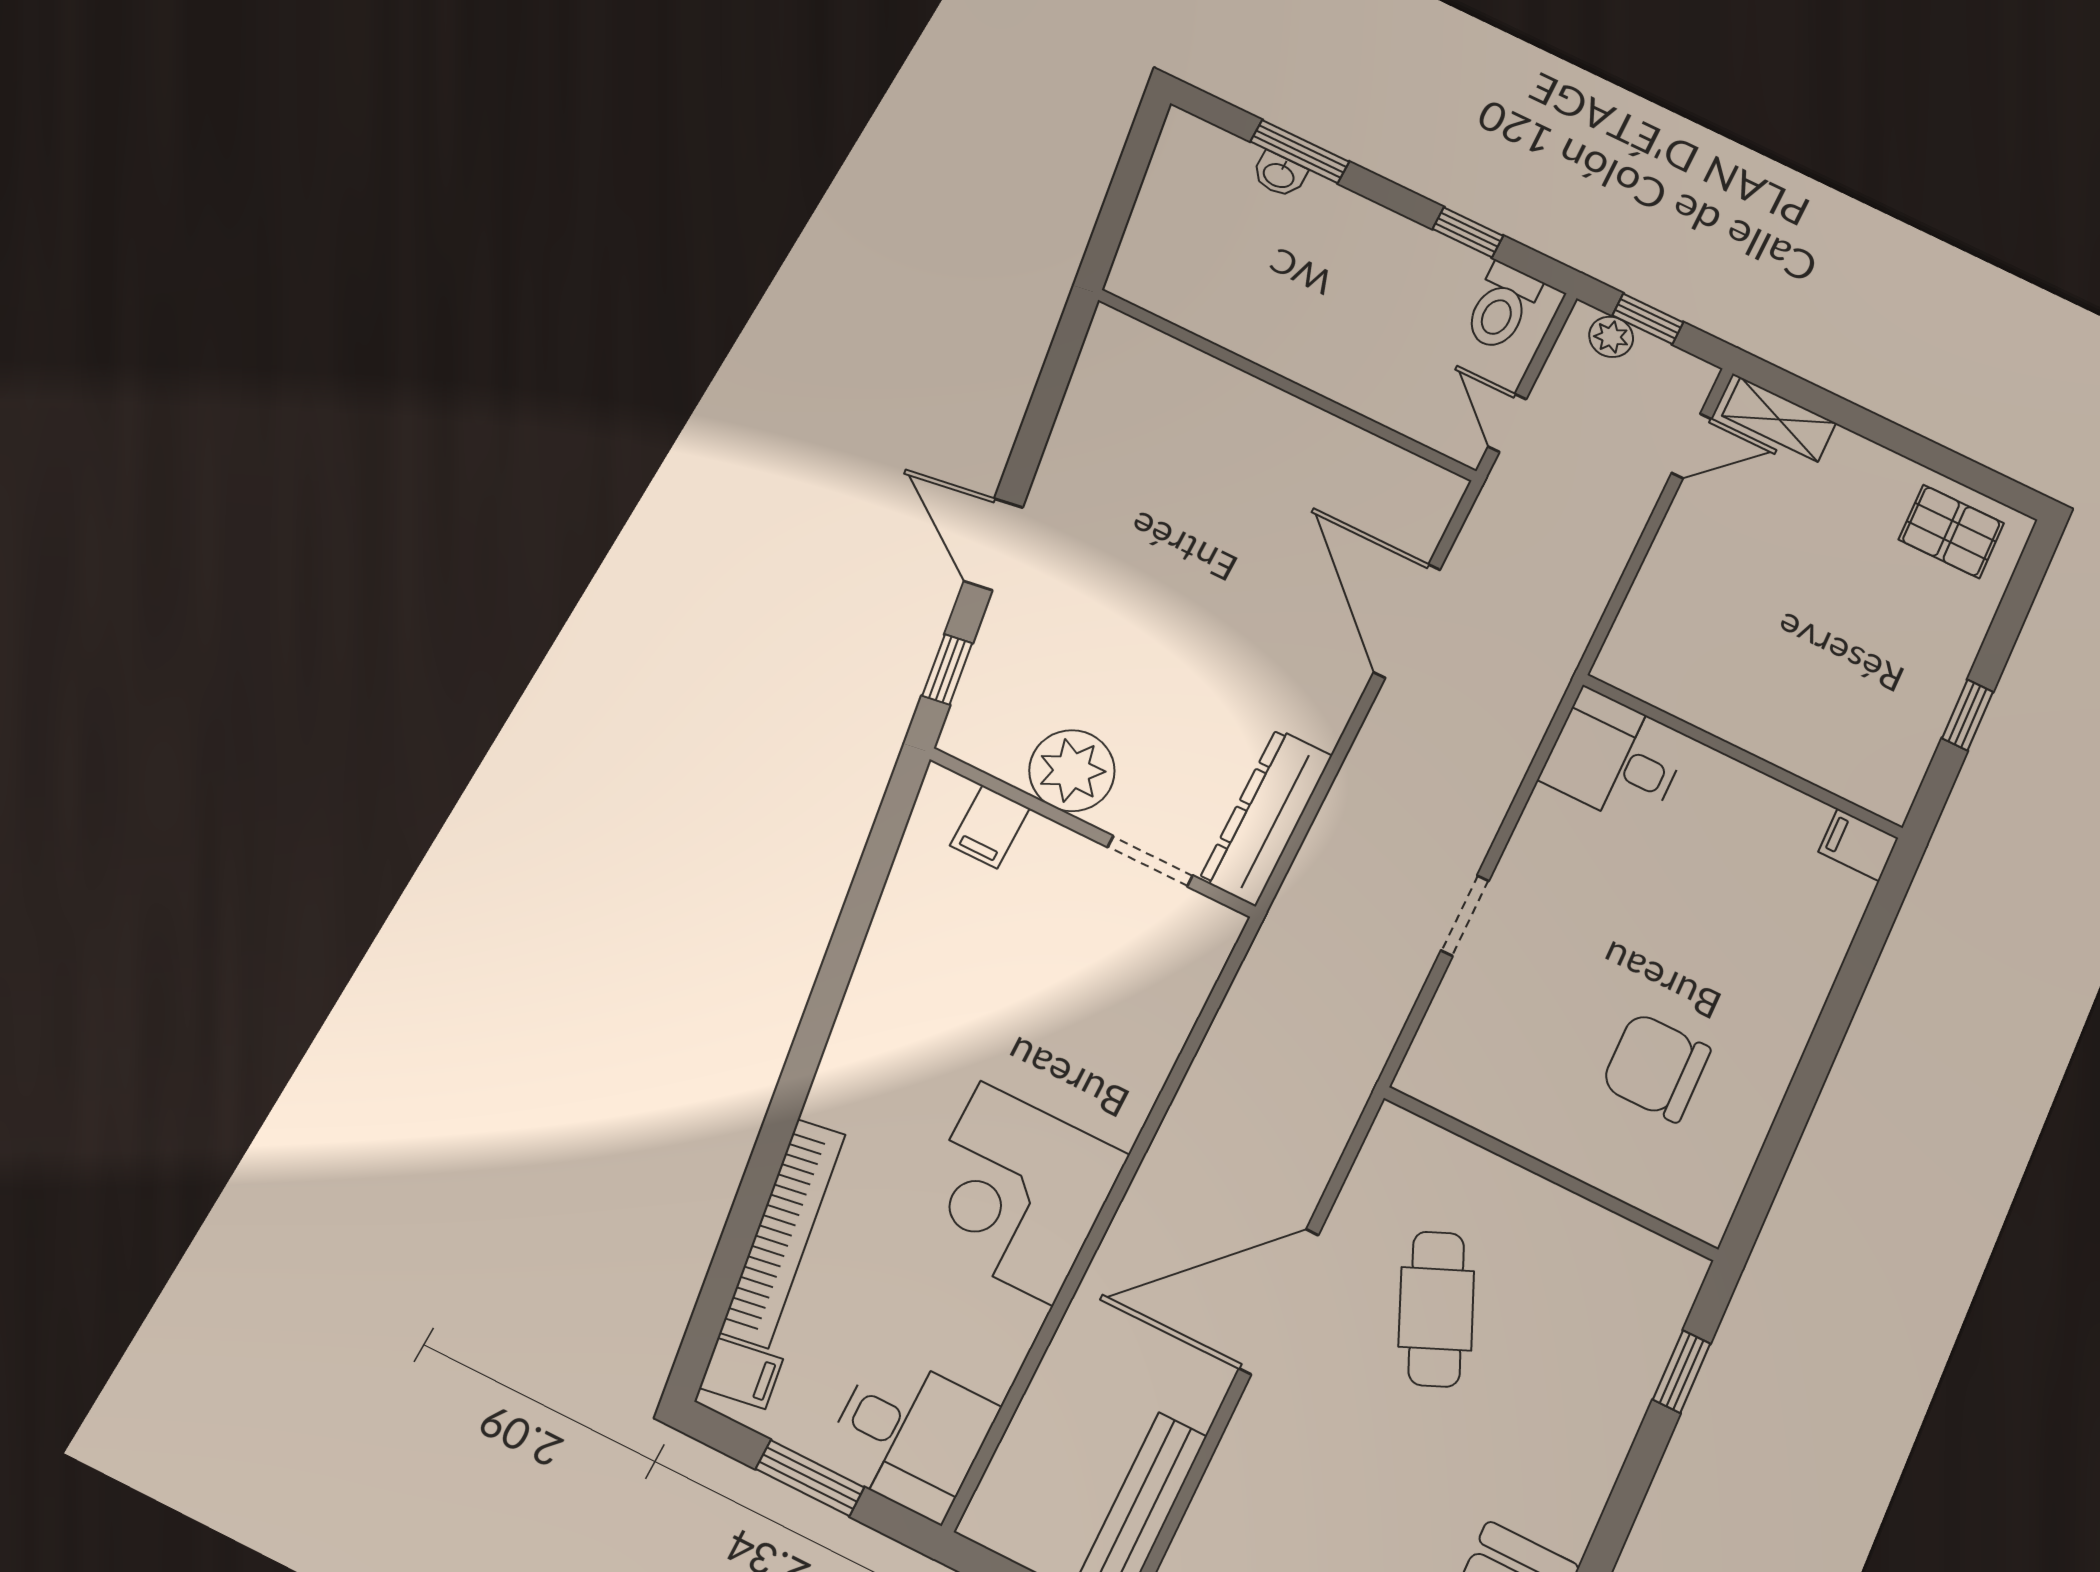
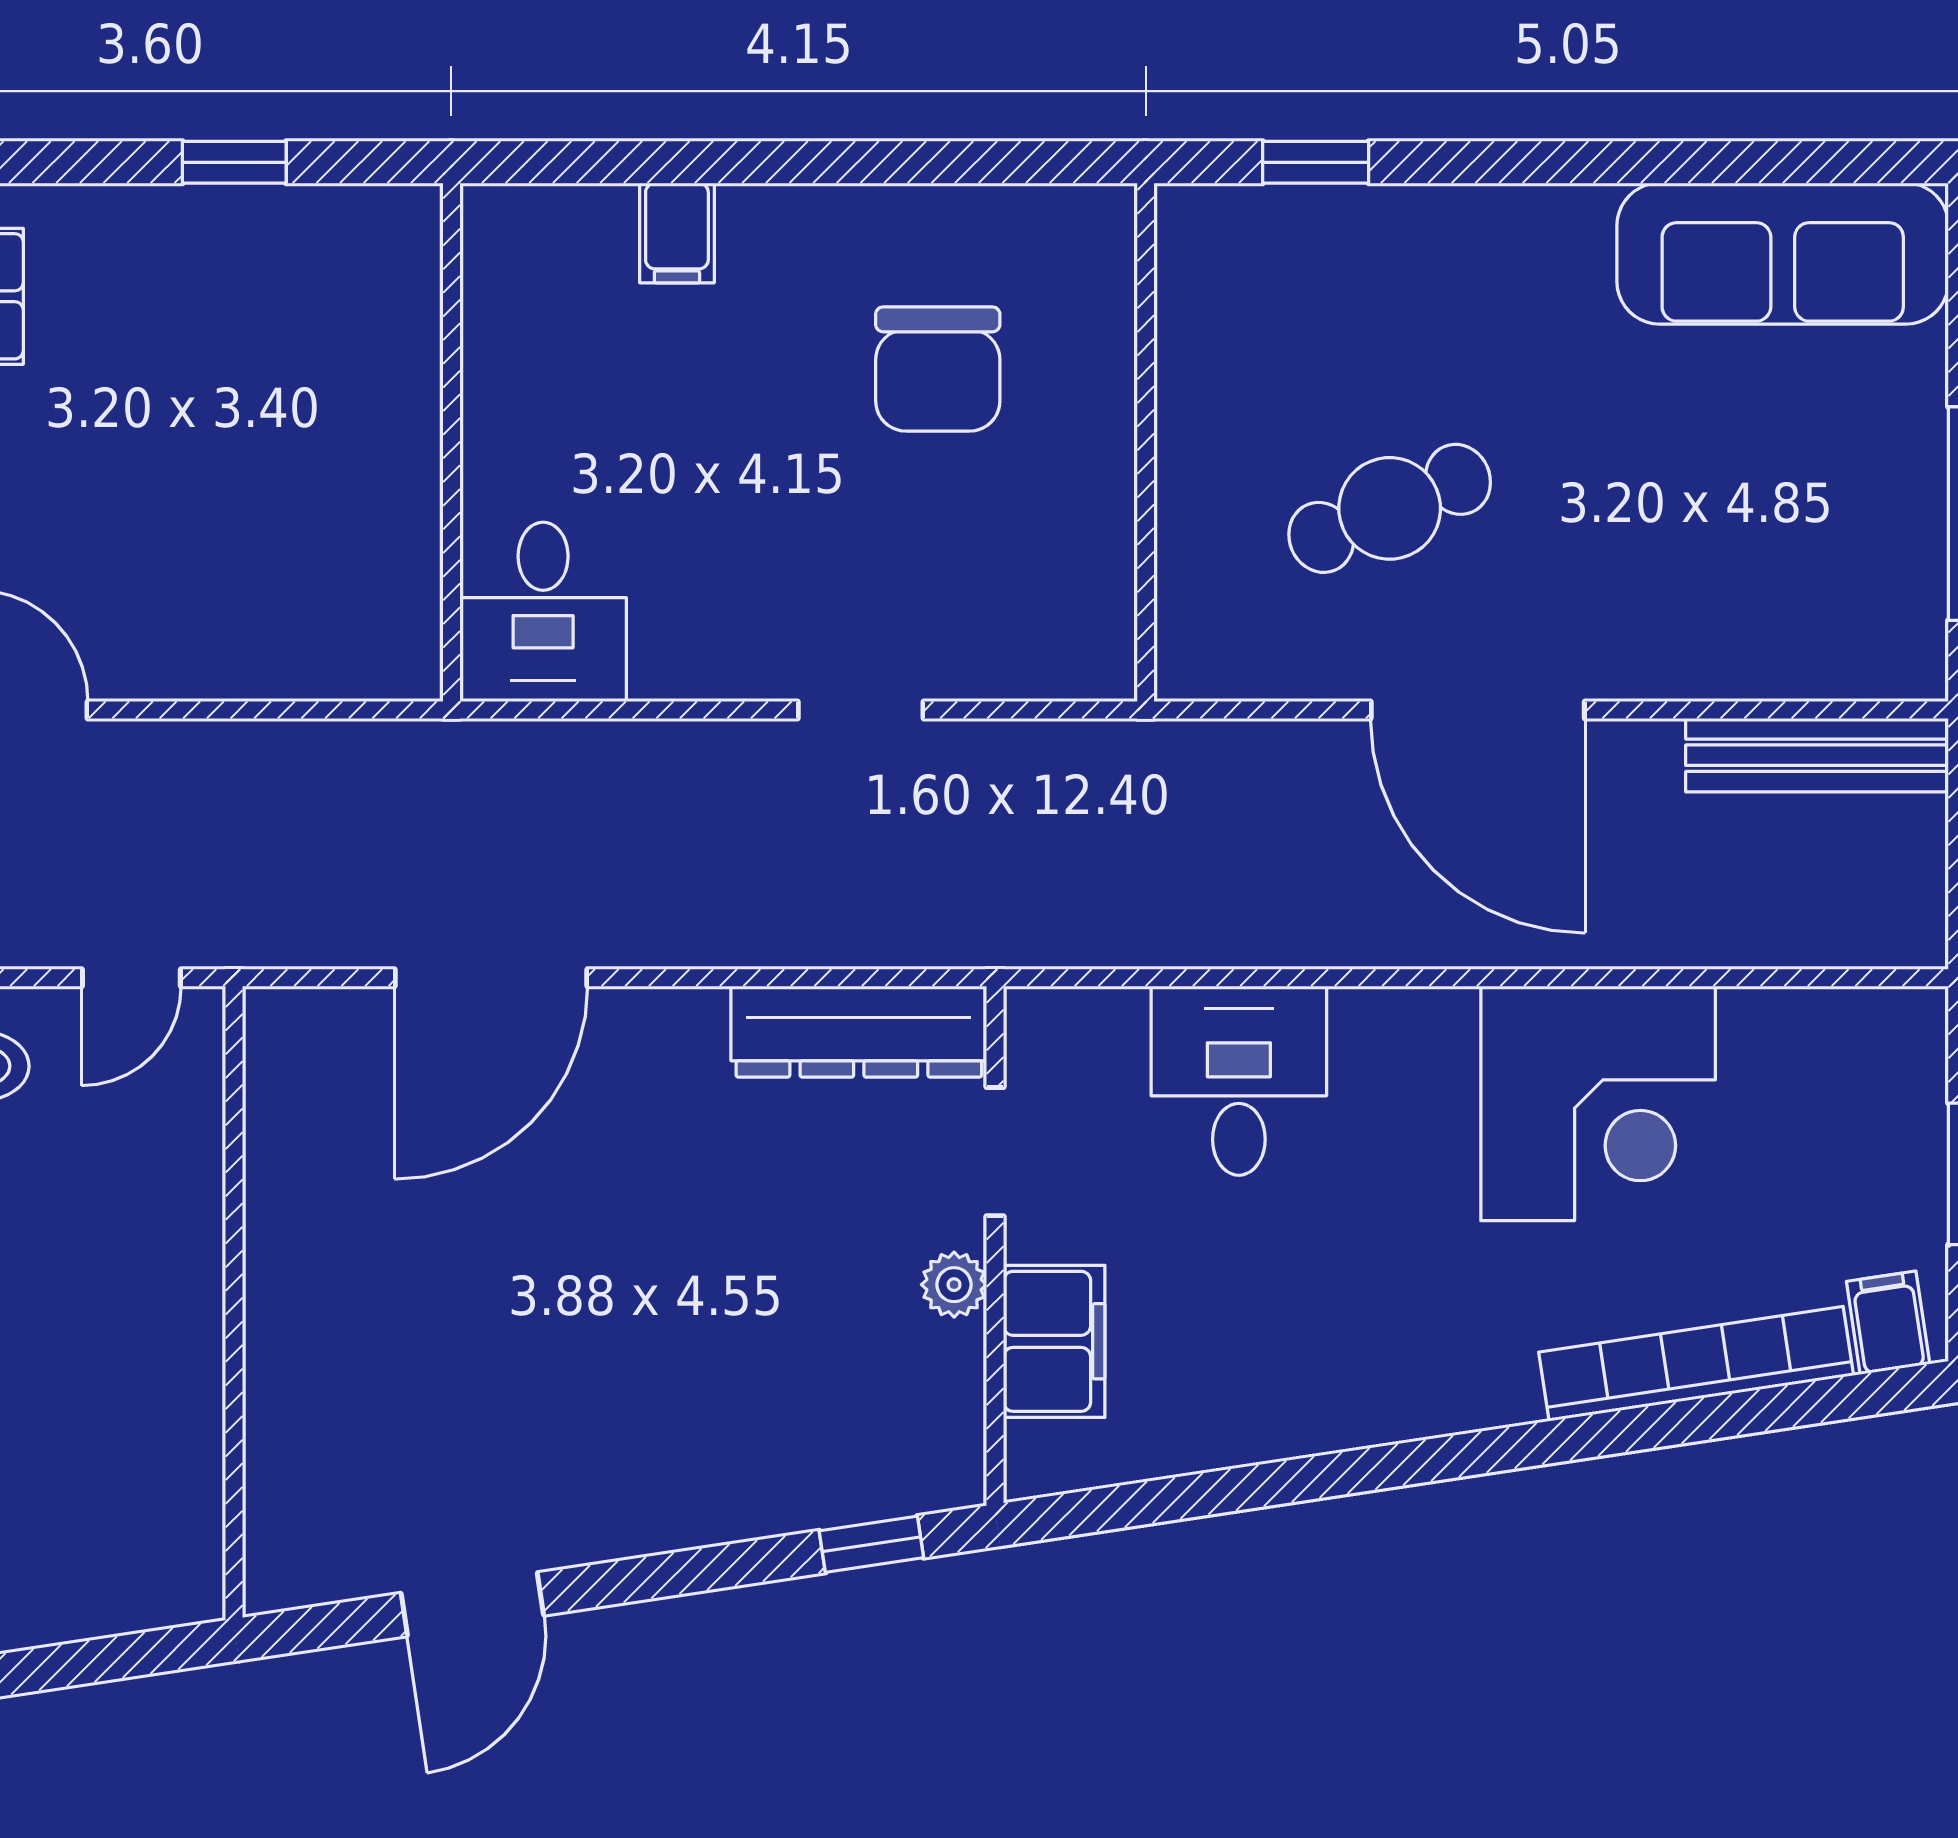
door: (993, 544) -> (472, 1604), moved
plant: (1072, 771) -> (954, 1285), width x0.53, depth x0.53
filing cabinet: (990, 827) -> (1054, 1341), width x2.00
filing cabinet: (1858, 845) -> (677, 233), moved
corner desk: (1017, 1193) -> (1598, 1103), moved
desk: (910, 1435) -> (1239, 1081), moved

